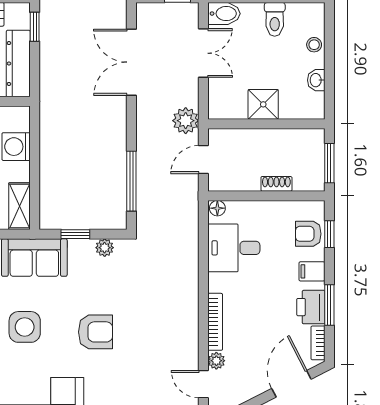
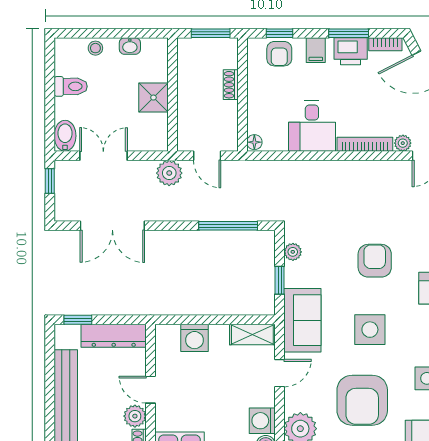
desk: (234, 248) -> (312, 126), moved

